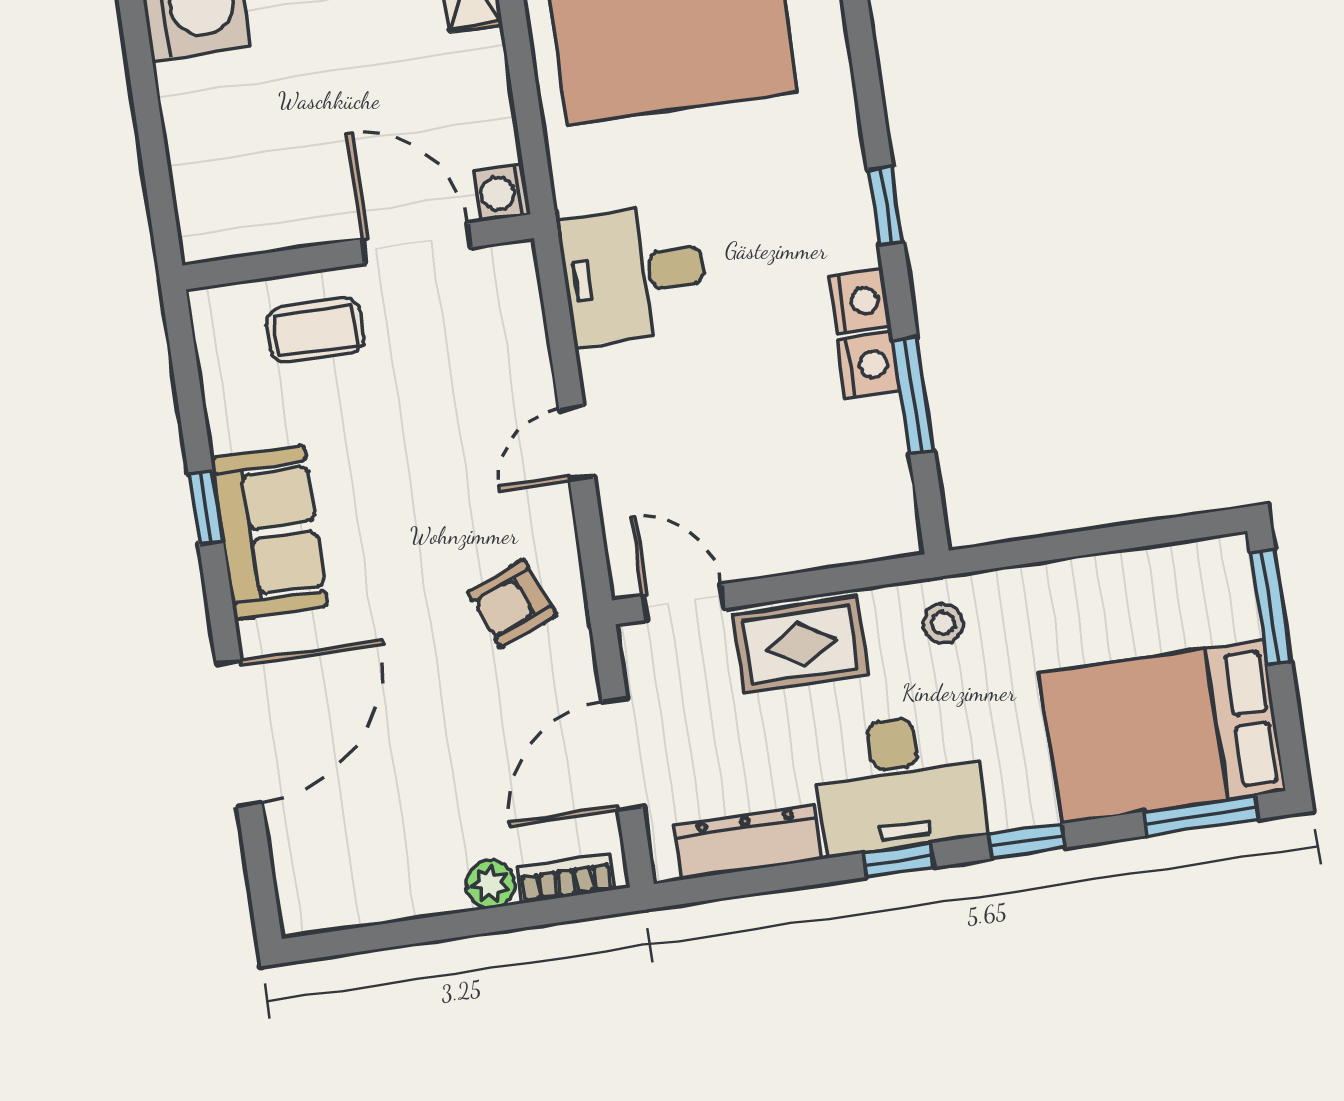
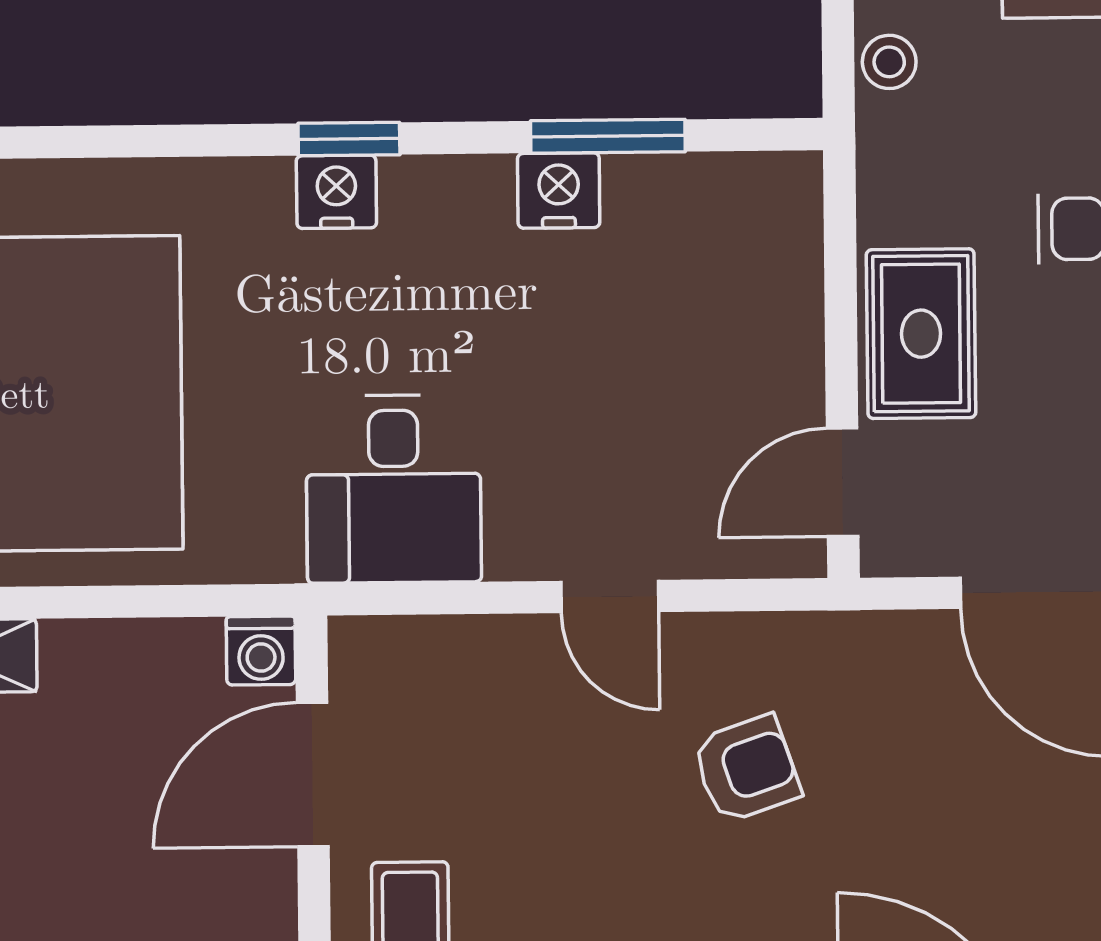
nightstand: (860, 301) -> (336, 192), moved
armchair: (512, 603) -> (746, 769), moved, turned -87
stool: (943, 623) -> (889, 62), moved

